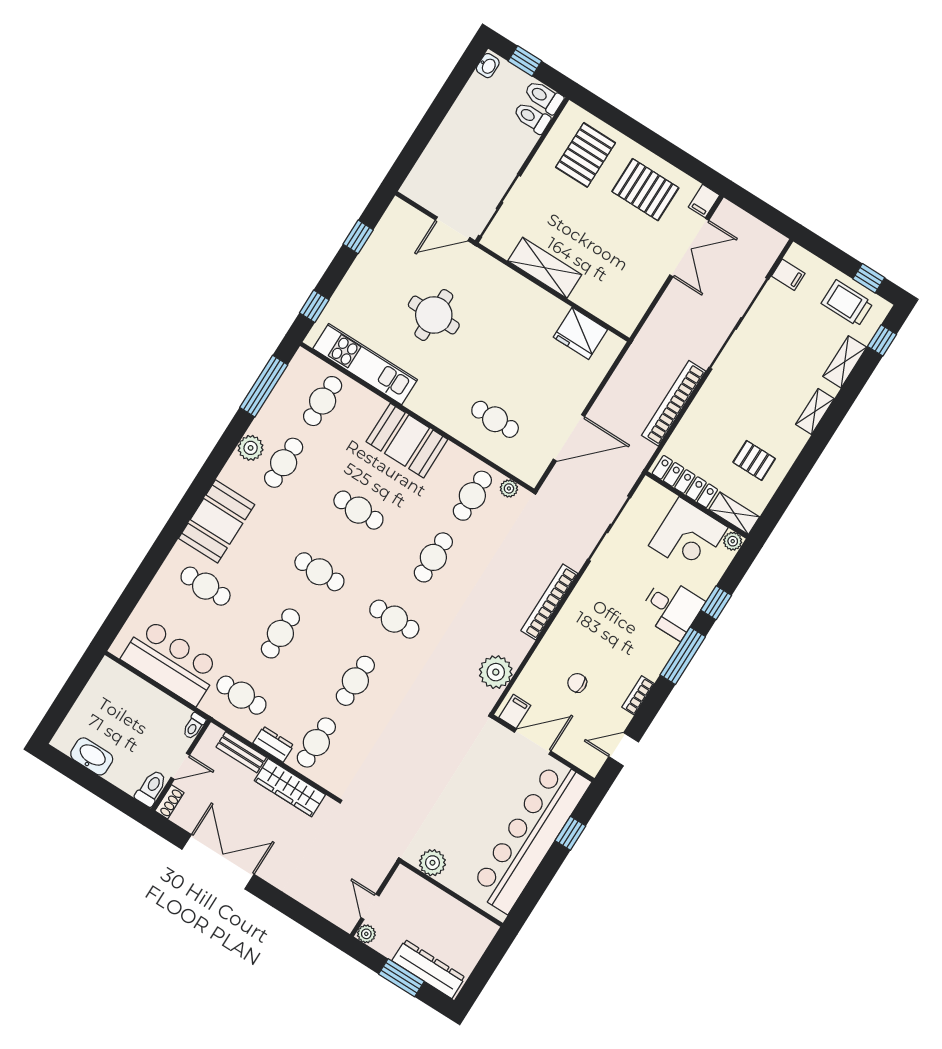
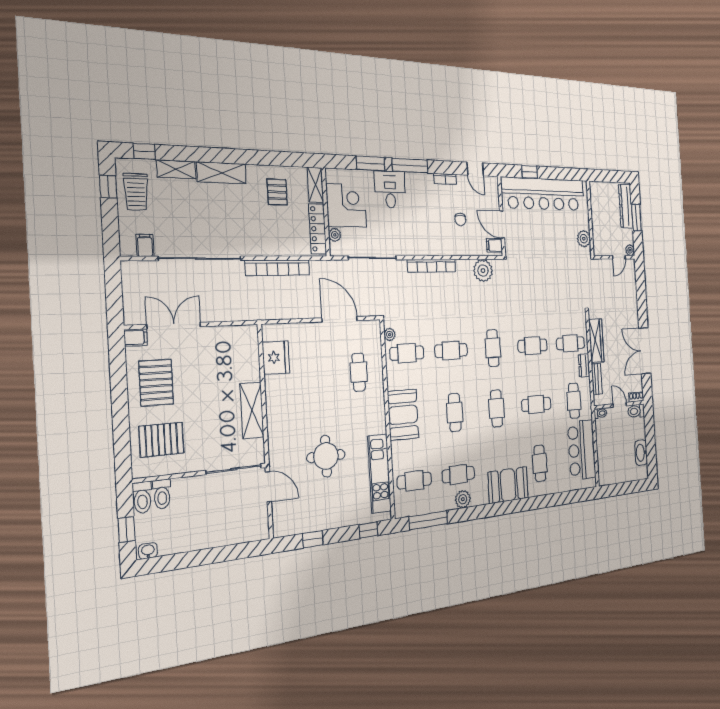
shelving: (815, 412) -> (222, 173), width x1.50, depth x1.33
plant: (733, 541) -> (335, 235), moved
window: (716, 603) -> (371, 163), width x1.50

